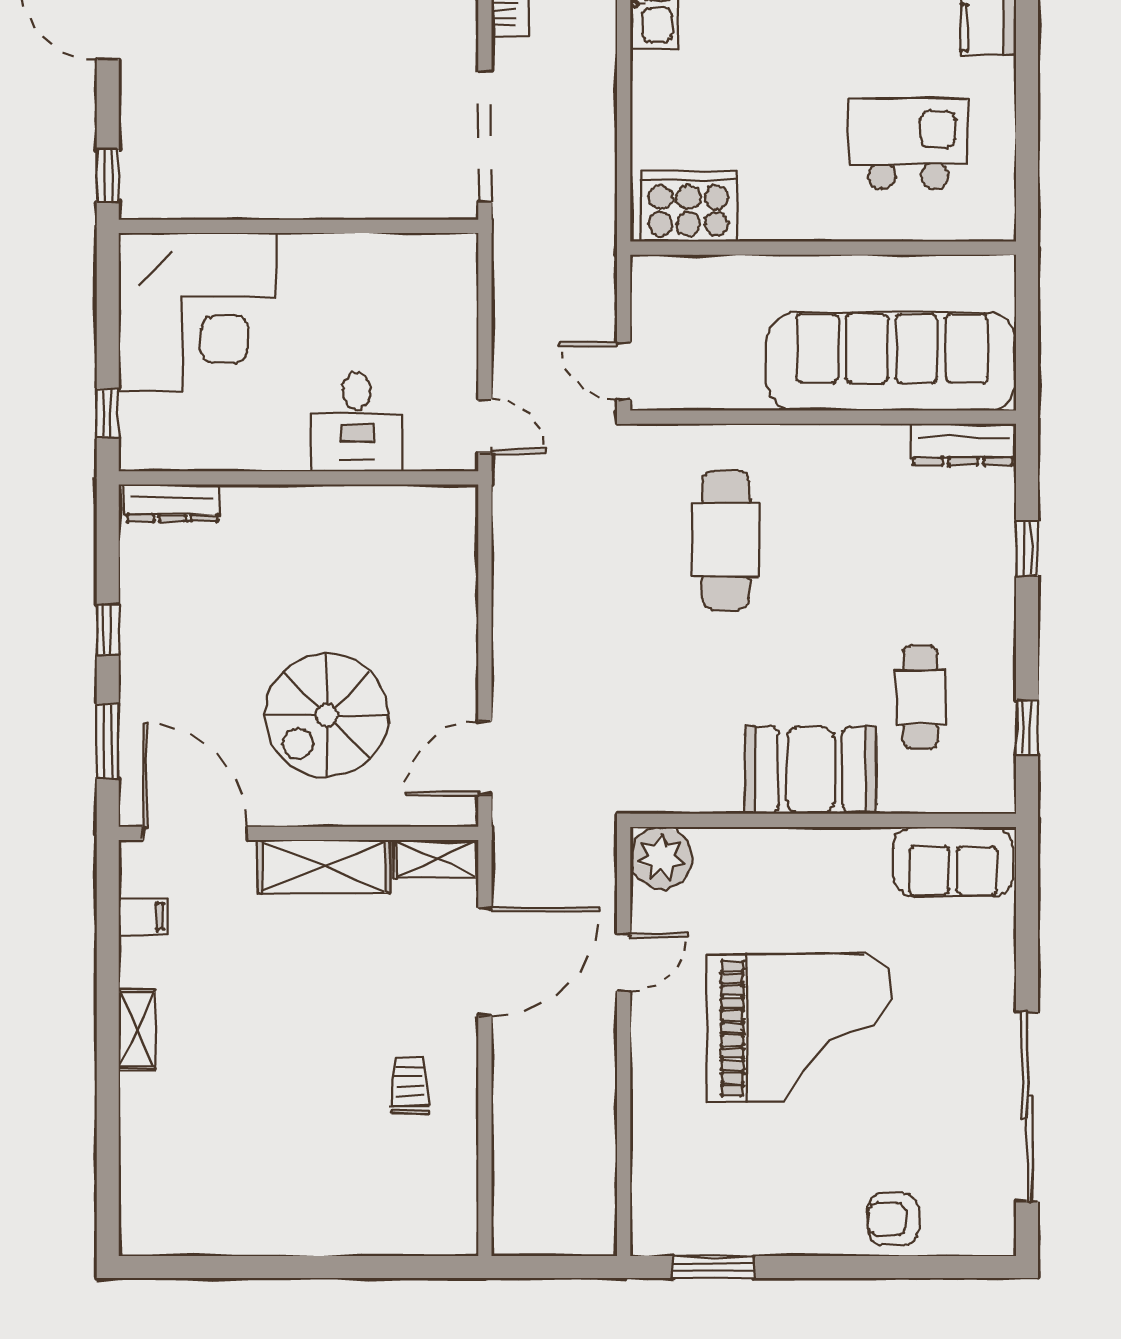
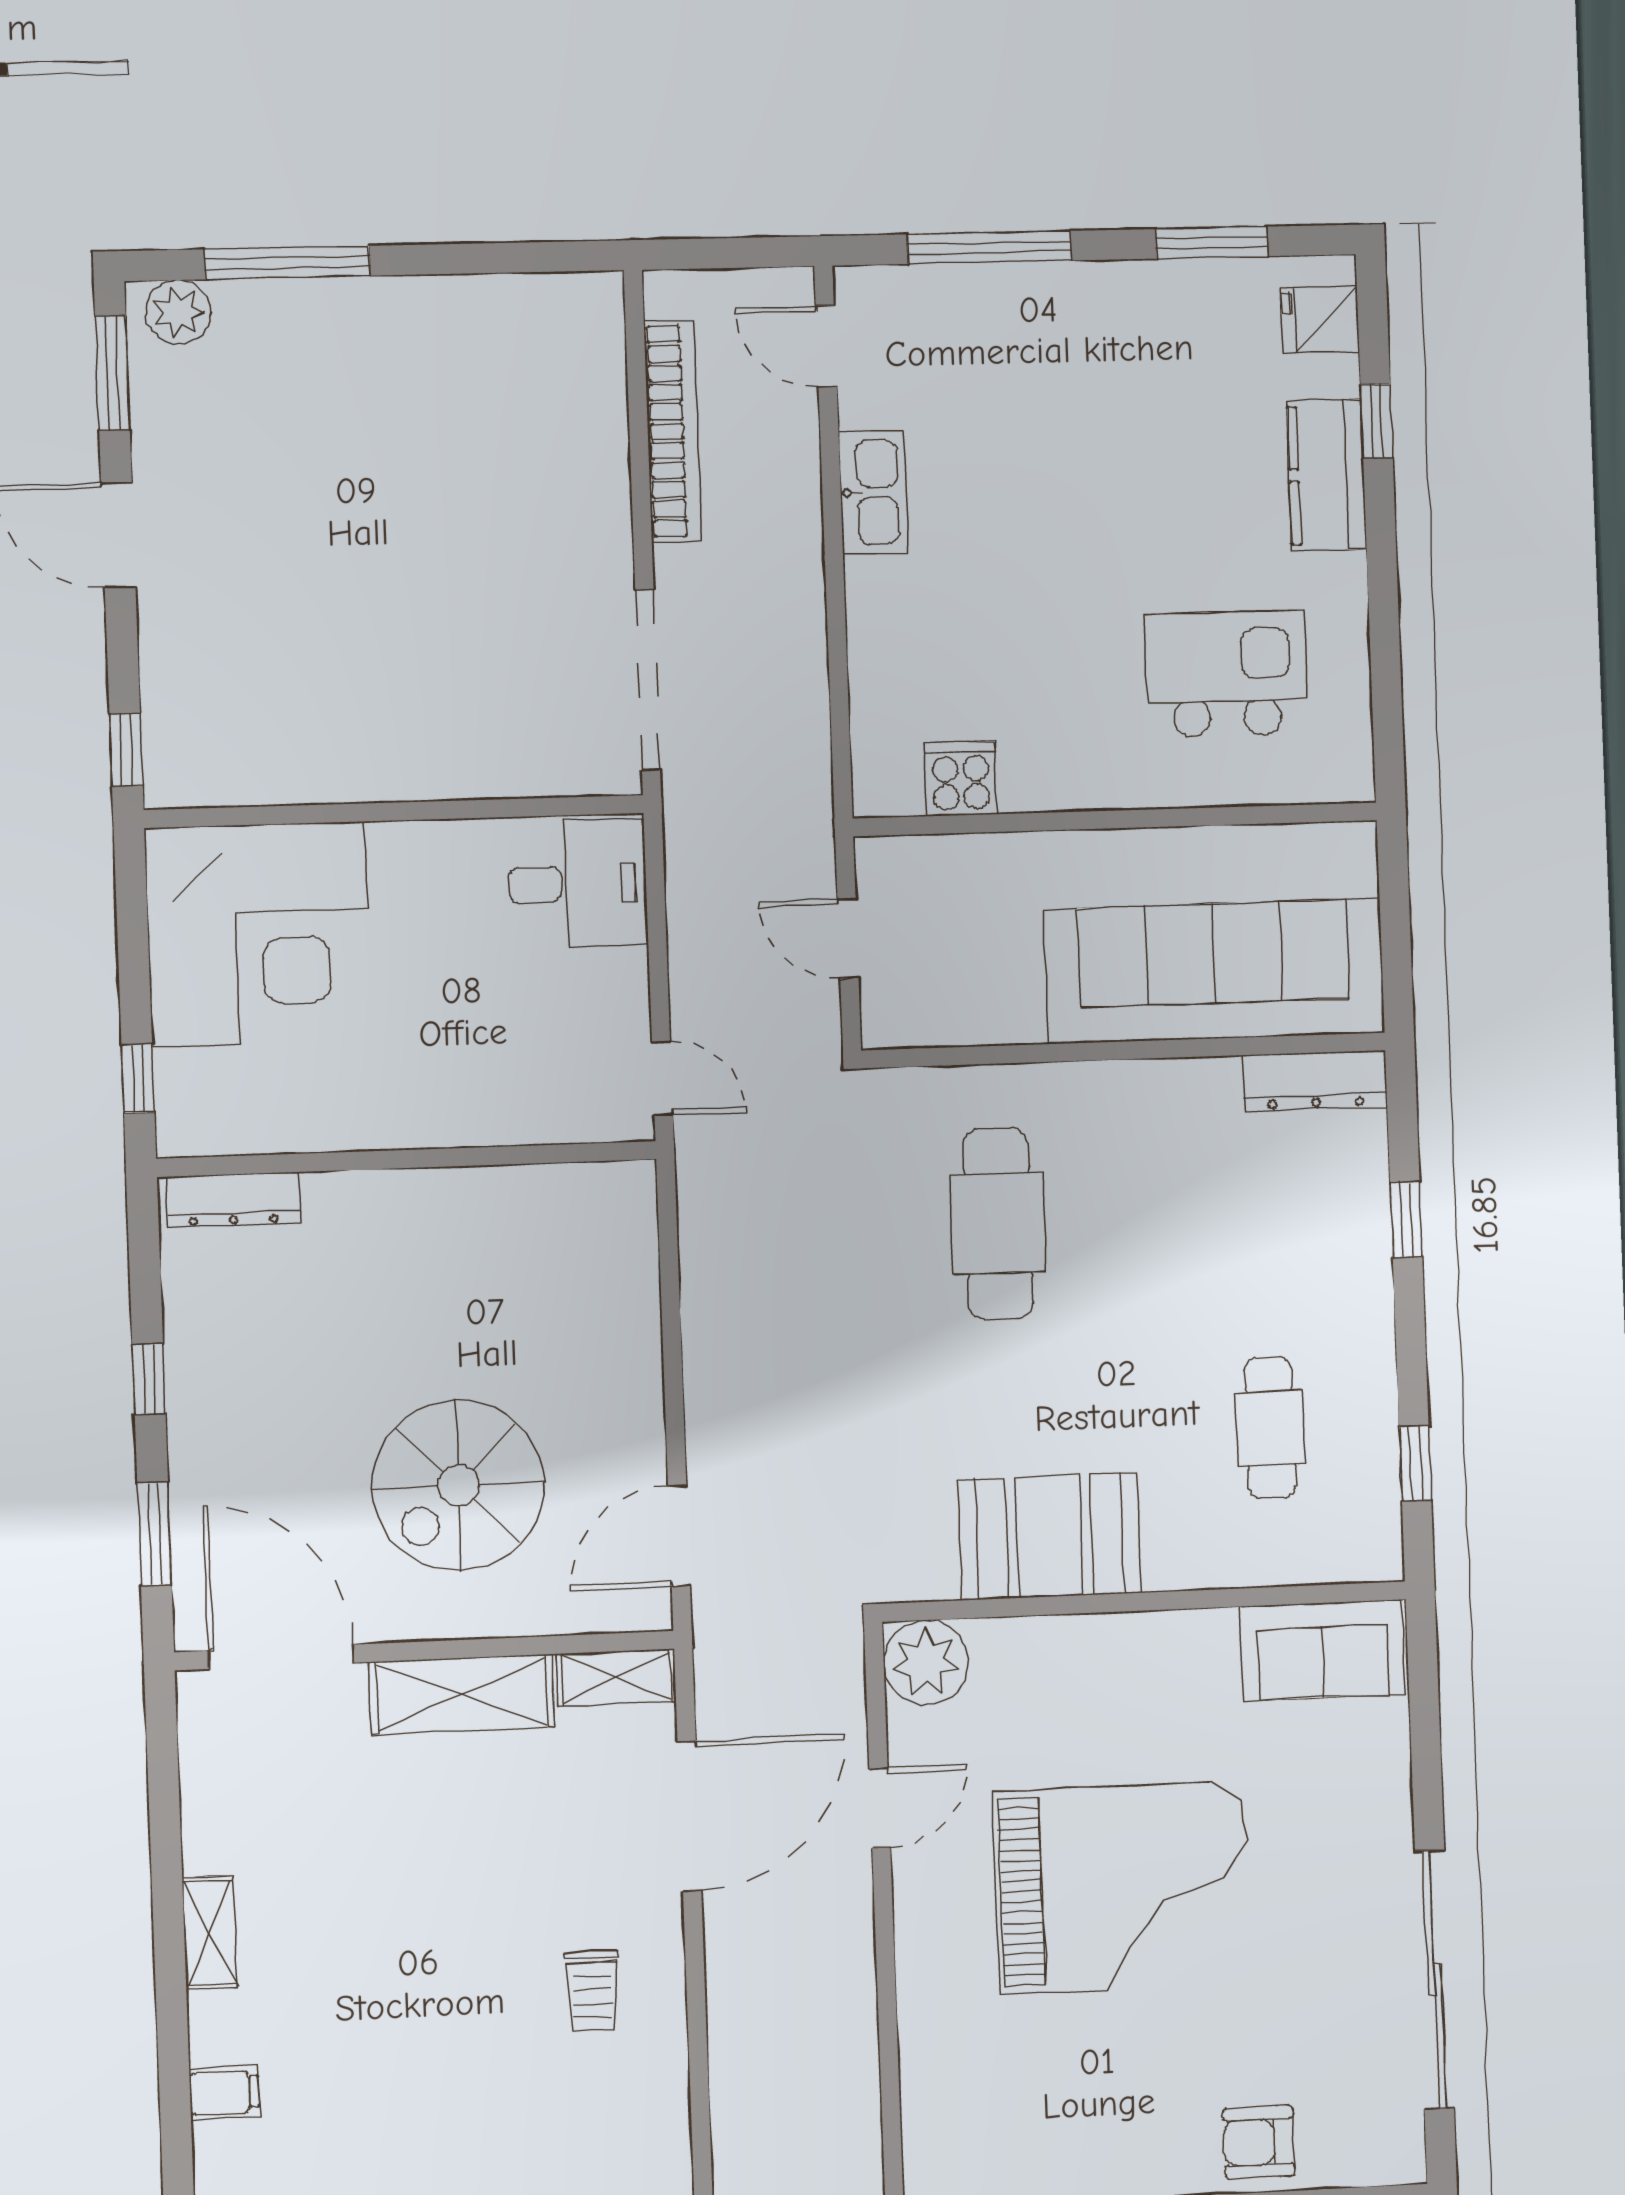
cooker: (688, 206) -> (961, 778), width x0.53, depth x0.76
door: (624, 371) -> (848, 939), moved
desk: (357, 422) -> (578, 884), moved, turned -90
booth: (810, 770) -> (1050, 1536), moved
filing cabinet: (143, 917) -> (224, 2093), moved
trolley: (410, 1085) -> (592, 1991), turned 180

